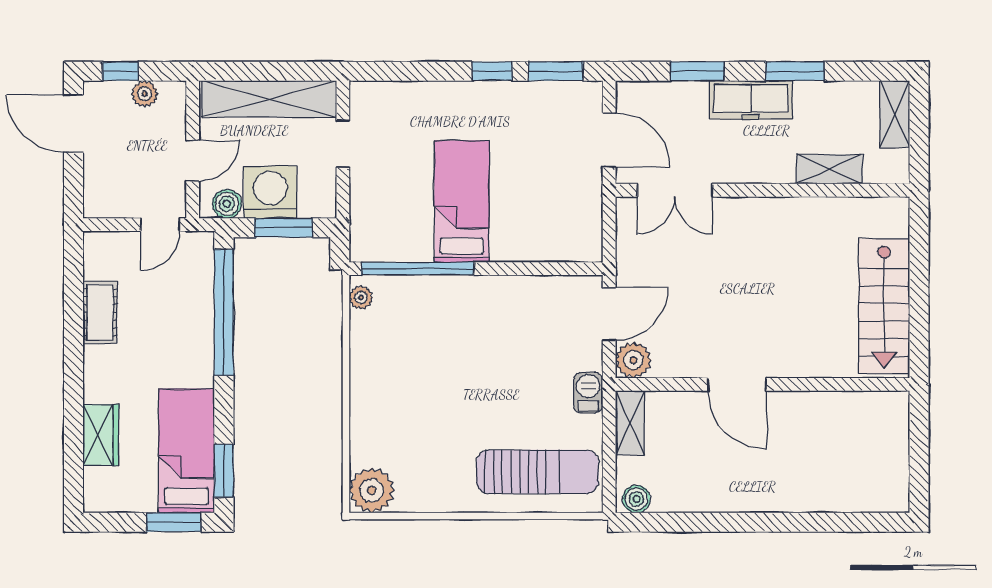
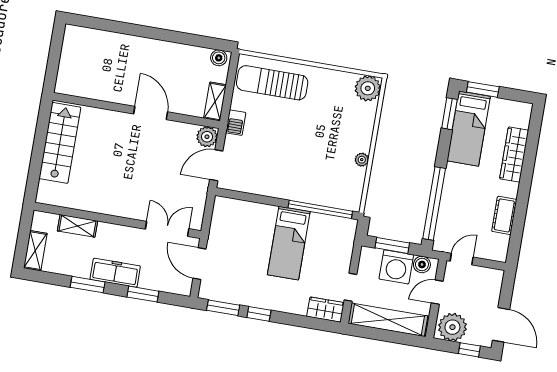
plant: (145, 94) -> (452, 327), width x1.88, depth x1.88
wardrobe: (379, 98) -> (325, 310), added
plant: (361, 298) -> (362, 160), moved
wardrobe: (101, 435) -> (514, 155), width x1.50

